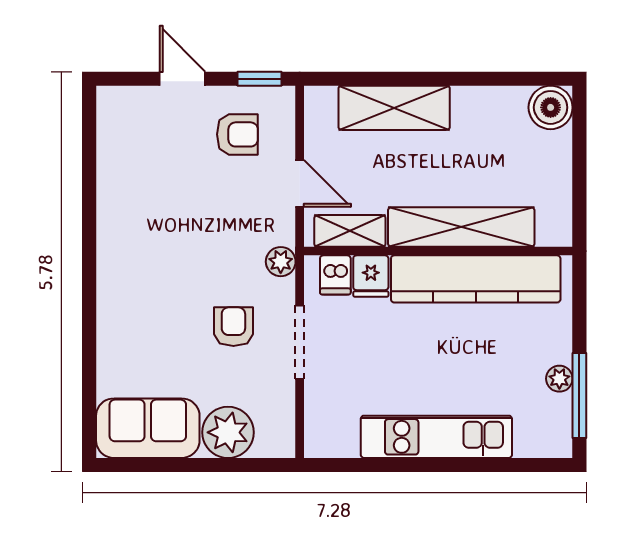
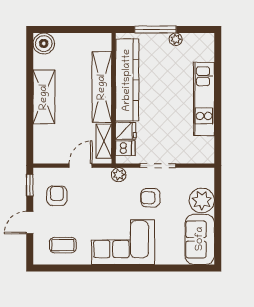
shelving: (394, 108) -> (44, 97), moved
coffee table: (136, 147) -> (63, 245), added
corner sofa: (142, 270) -> (123, 242), added
window: (579, 395) -> (155, 30), moved

